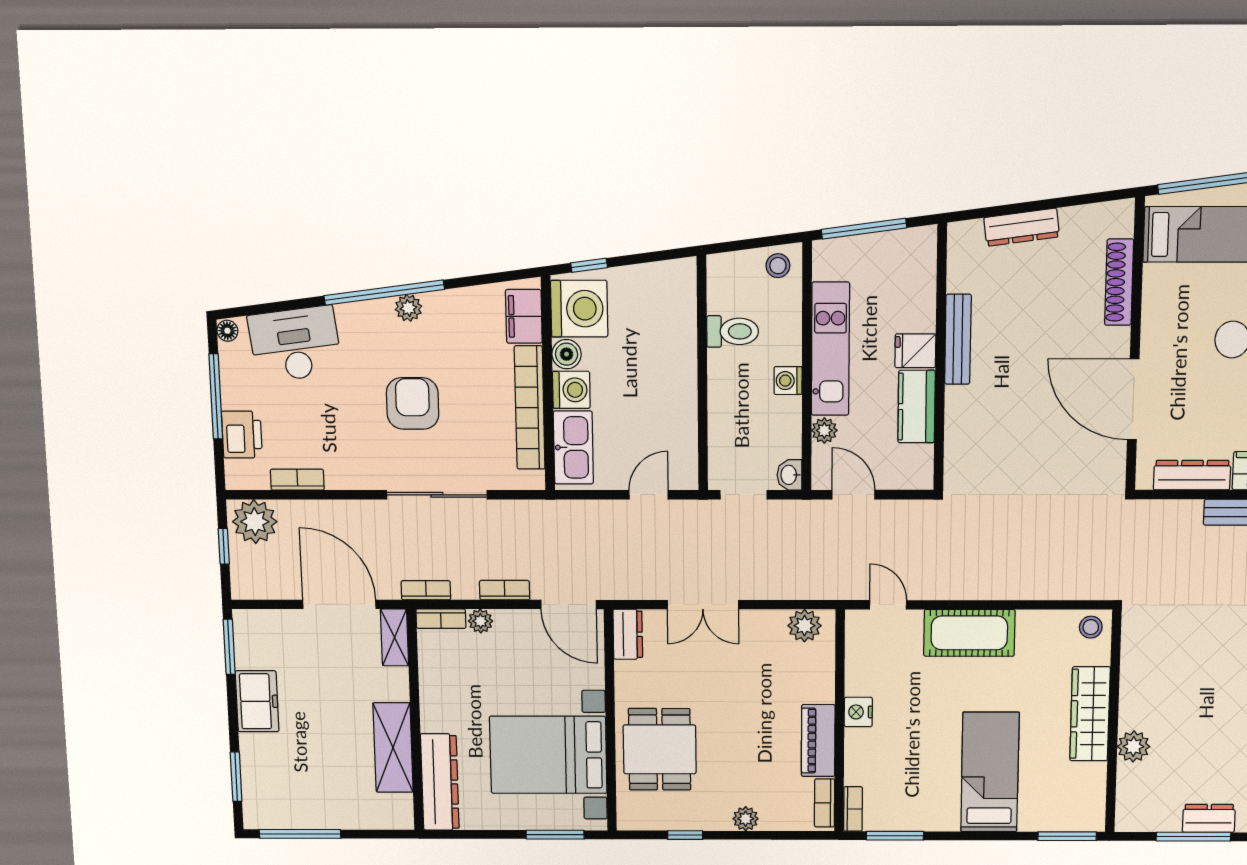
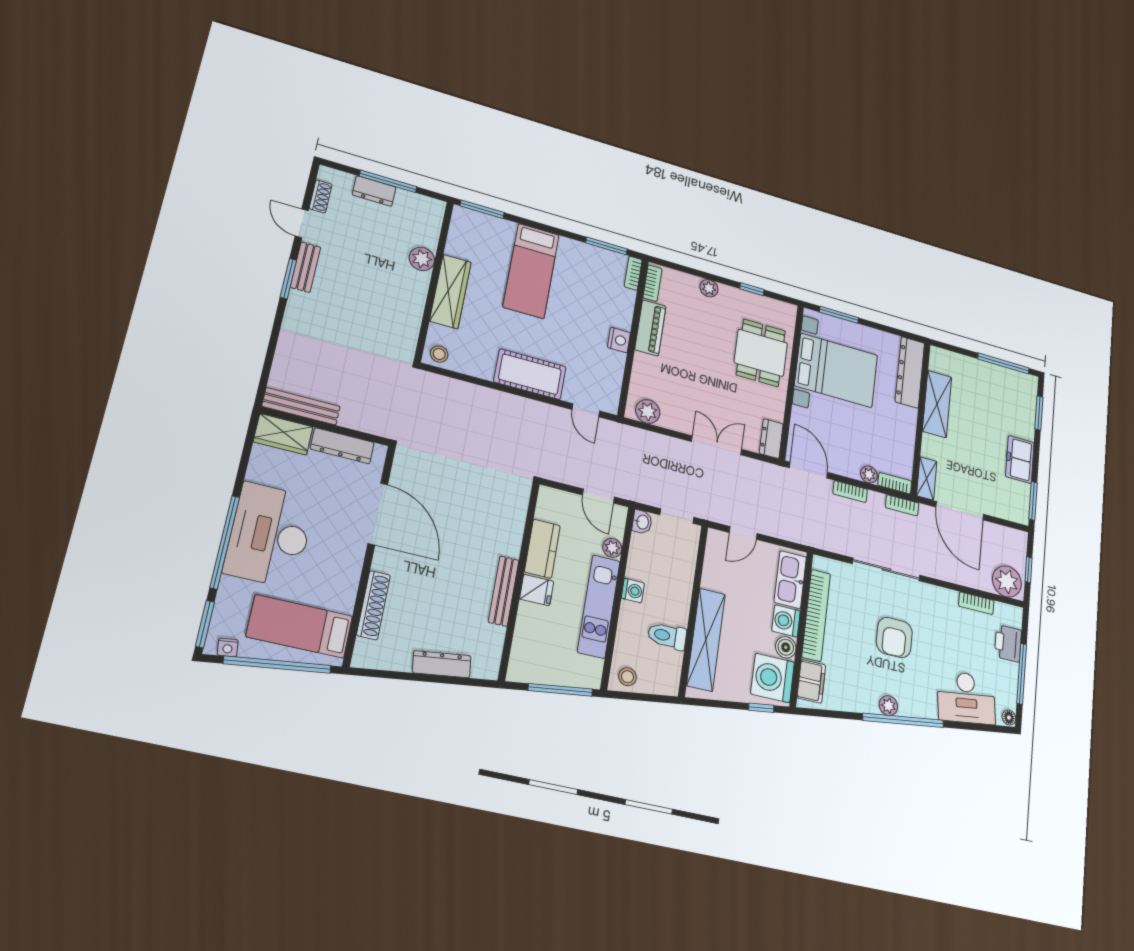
shelving: (679, 339) -> (706, 640), added

